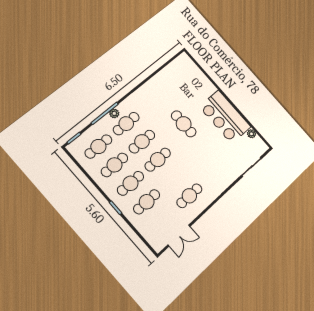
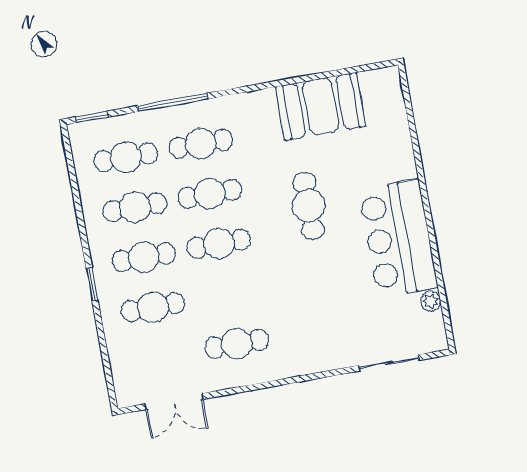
booth: (165, 83) -> (321, 106), added
plant: (114, 113) -> (190, 112), removed

